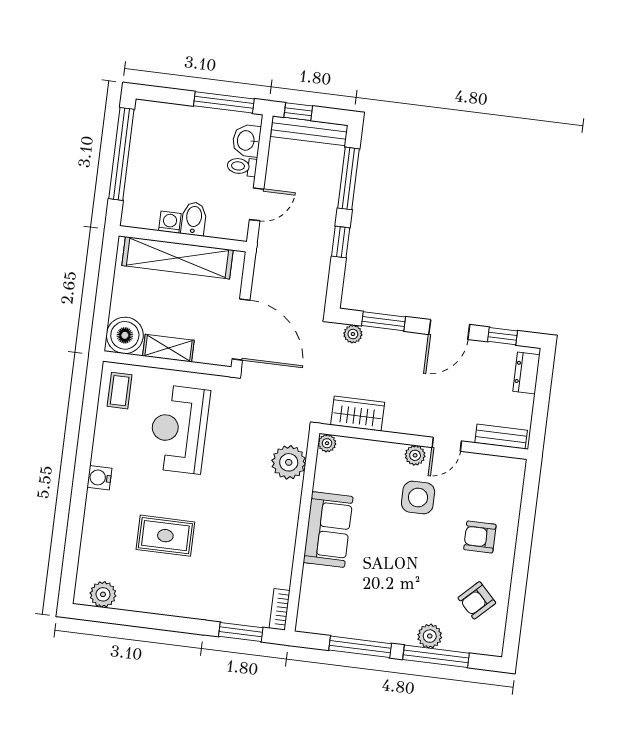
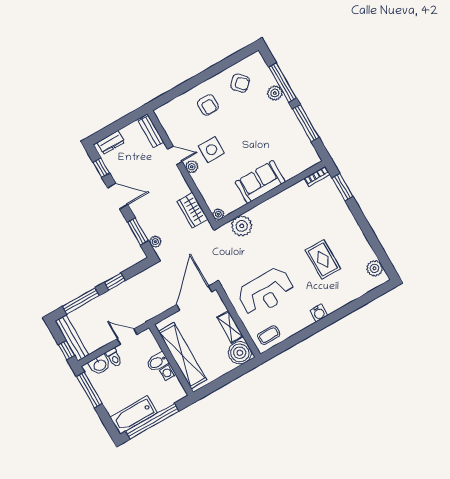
bathtub: (148, 136) -> (134, 415), added

